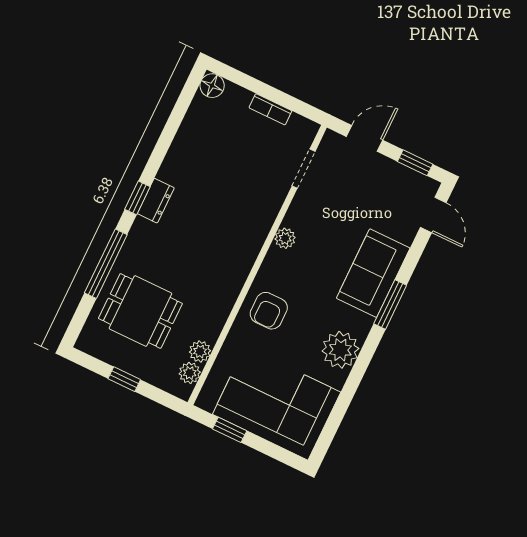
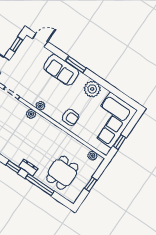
dresser: (156, 201) -> (28, 168), moved
plant: (200, 351) -> (31, 114), moved

